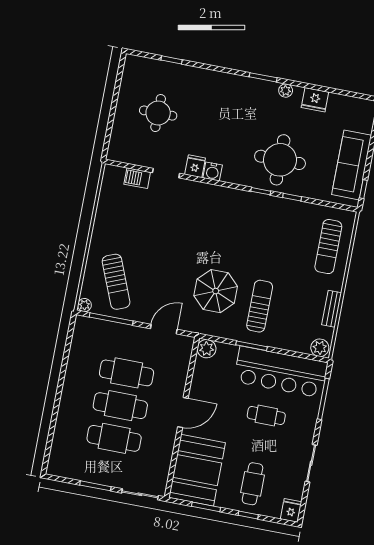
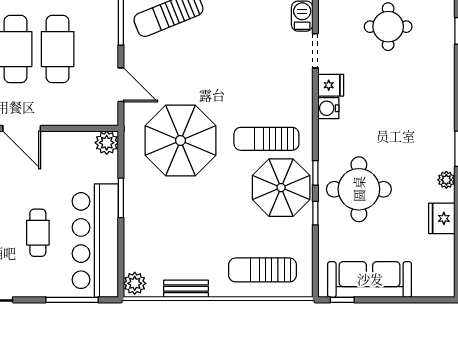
parasol: (267, 220) -> (281, 188), added
parasol: (216, 291) -> (180, 140), width x1.36, depth x1.36
sun lounger: (260, 306) -> (266, 139), moved, turned 180

